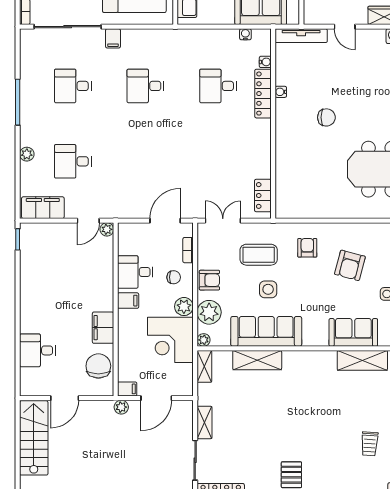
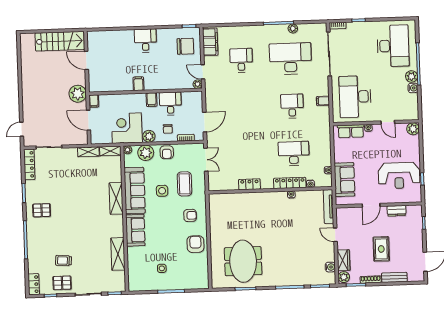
door: (345, 27) -> (335, 235), hinge flipped
filing cabinet: (113, 38) -> (323, 101), moved
desk: (73, 86) -> (290, 59), width x1.87, depth x1.30
desk: (218, 86) -> (294, 153), width x1.37
chair: (326, 117) -> (276, 225), removed
plant: (27, 154) -> (293, 28), moved
locker: (263, 195) -> (249, 184), moved
door: (165, 221) -> (205, 122), hinge flipped
armchair: (350, 265) -> (195, 244), moved, turned 75
filing cabinet: (103, 328) -> (138, 84), width x0.50
sofa: (353, 332) -> (135, 230), moved
desk: (37, 350) -> (145, 41), moved
shelving: (257, 360) -> (116, 198), moved
chair: (98, 366) -> (185, 46), moved
plant: (121, 407) -> (78, 94), width x1.87, depth x1.87
shelving: (204, 422) -> (88, 152), moved

